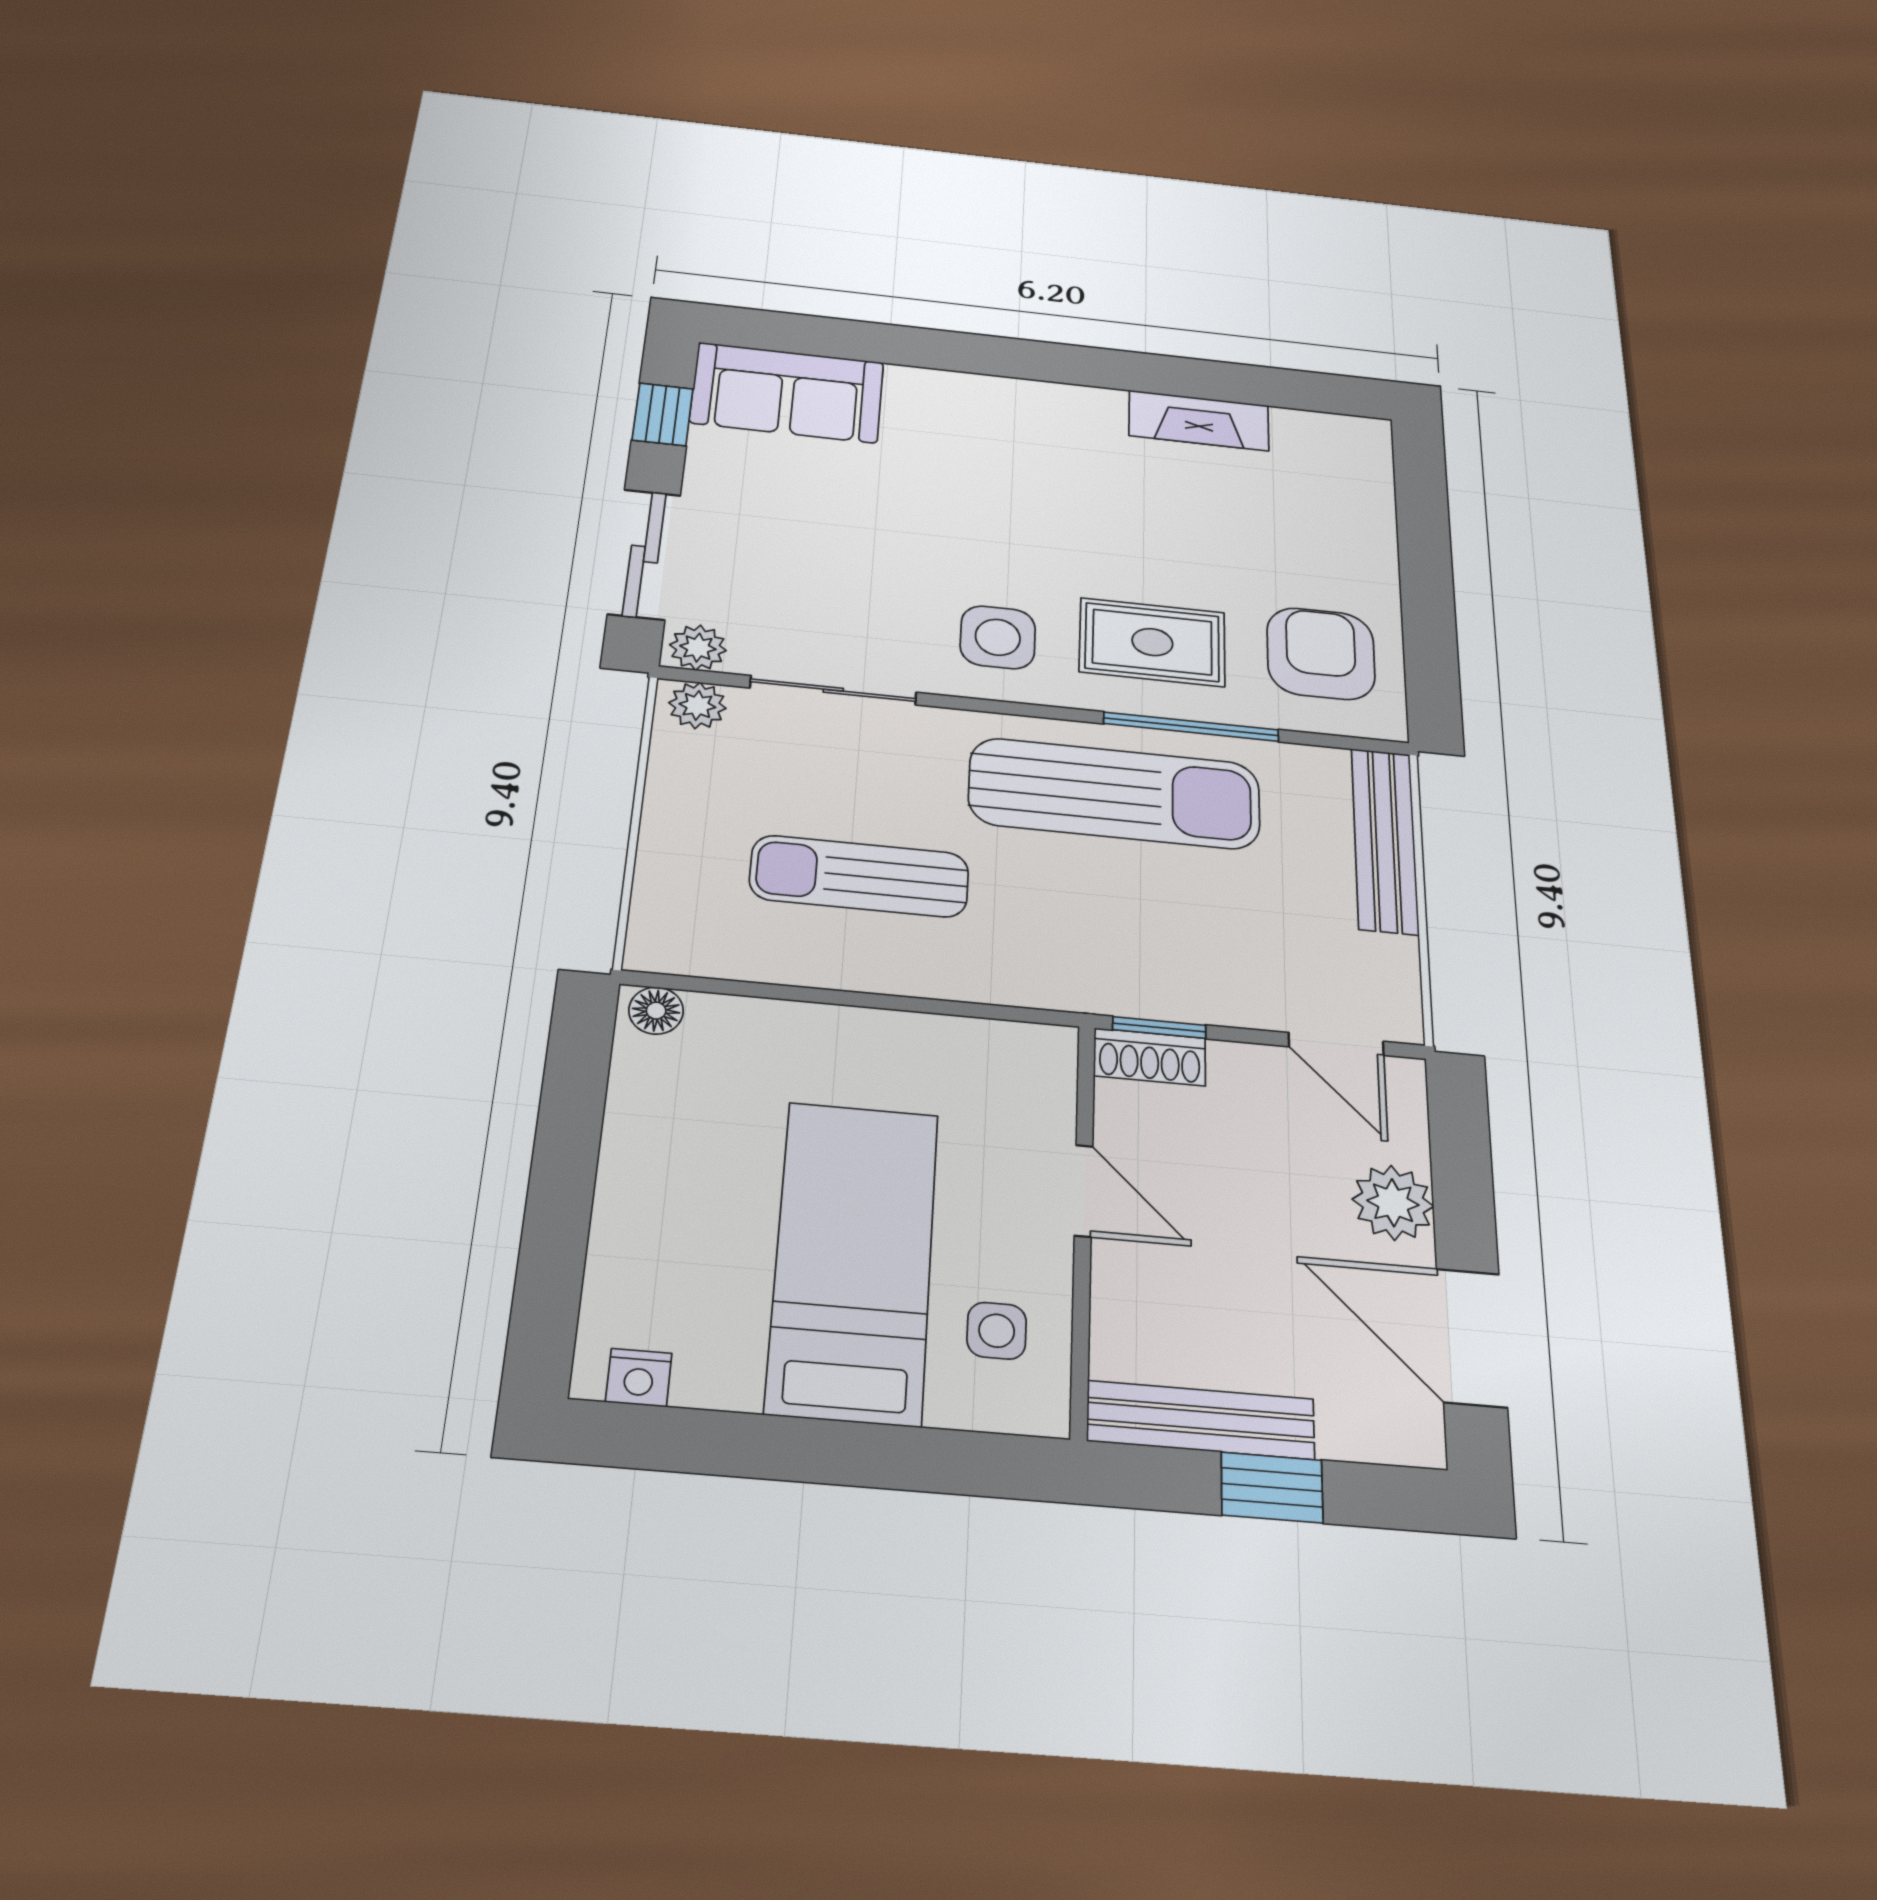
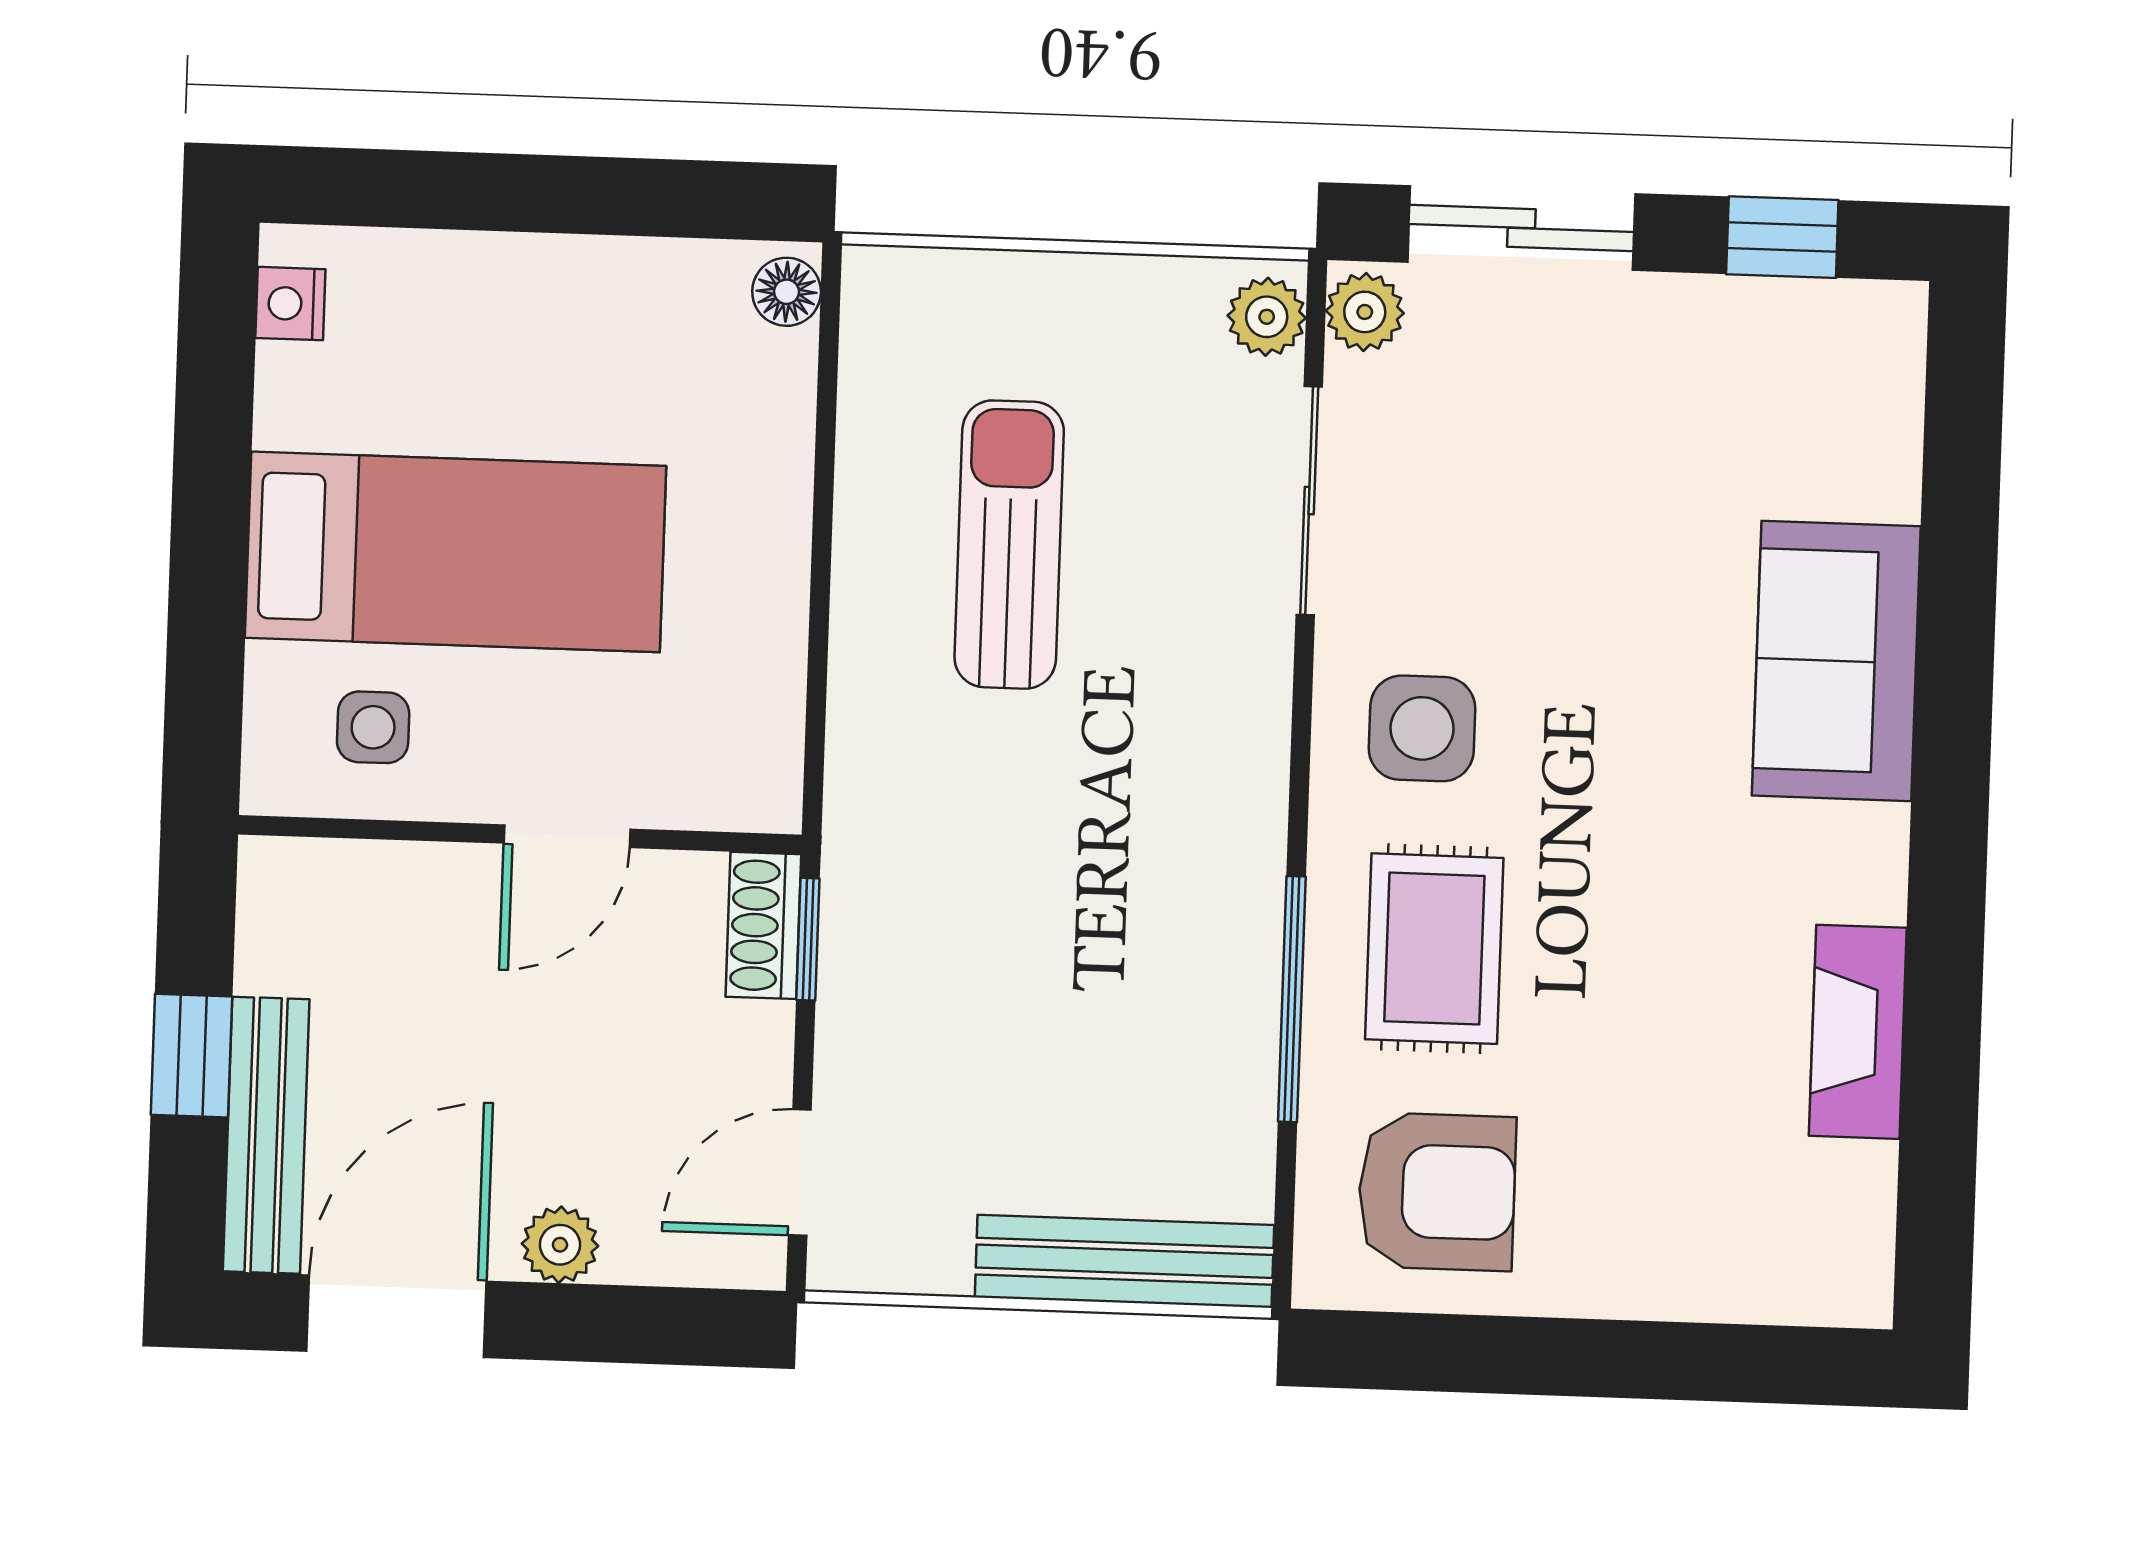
sofa: (787, 392) -> (1836, 661), moved
sun lounger: (1115, 793) -> (1170, 889), removed
plant: (1393, 1203) -> (560, 1245), width x0.73, depth x0.73
bench: (1201, 1420) -> (266, 1135), moved

